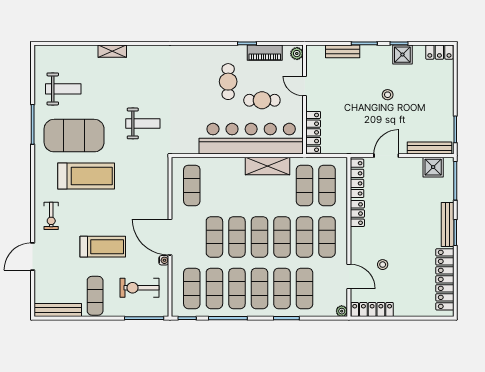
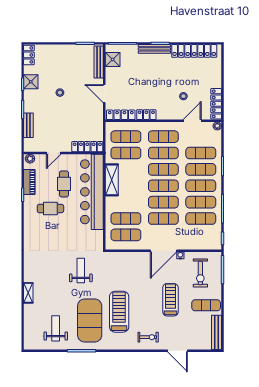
exercise mat: (192, 288) -> (126, 219), moved

